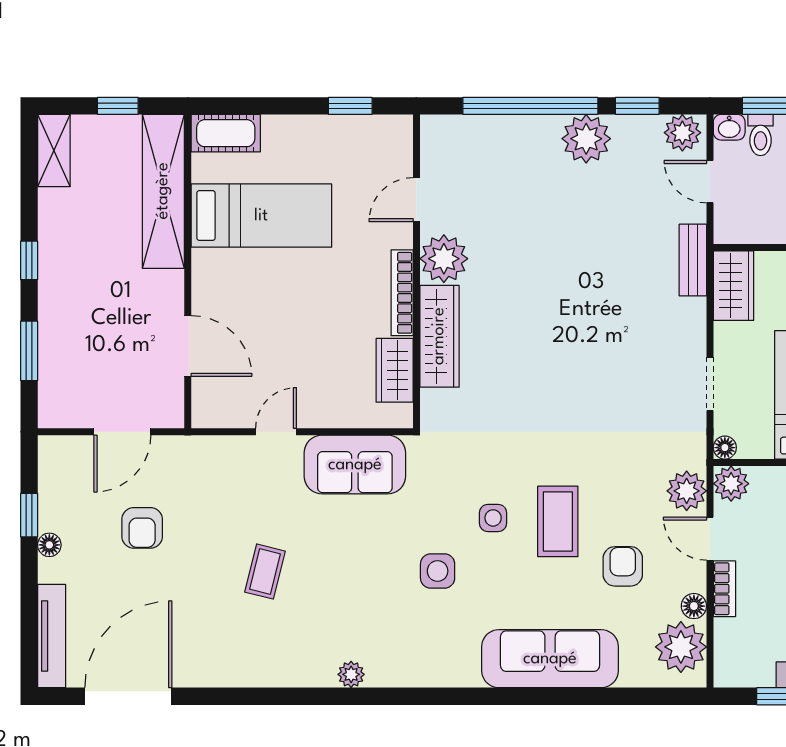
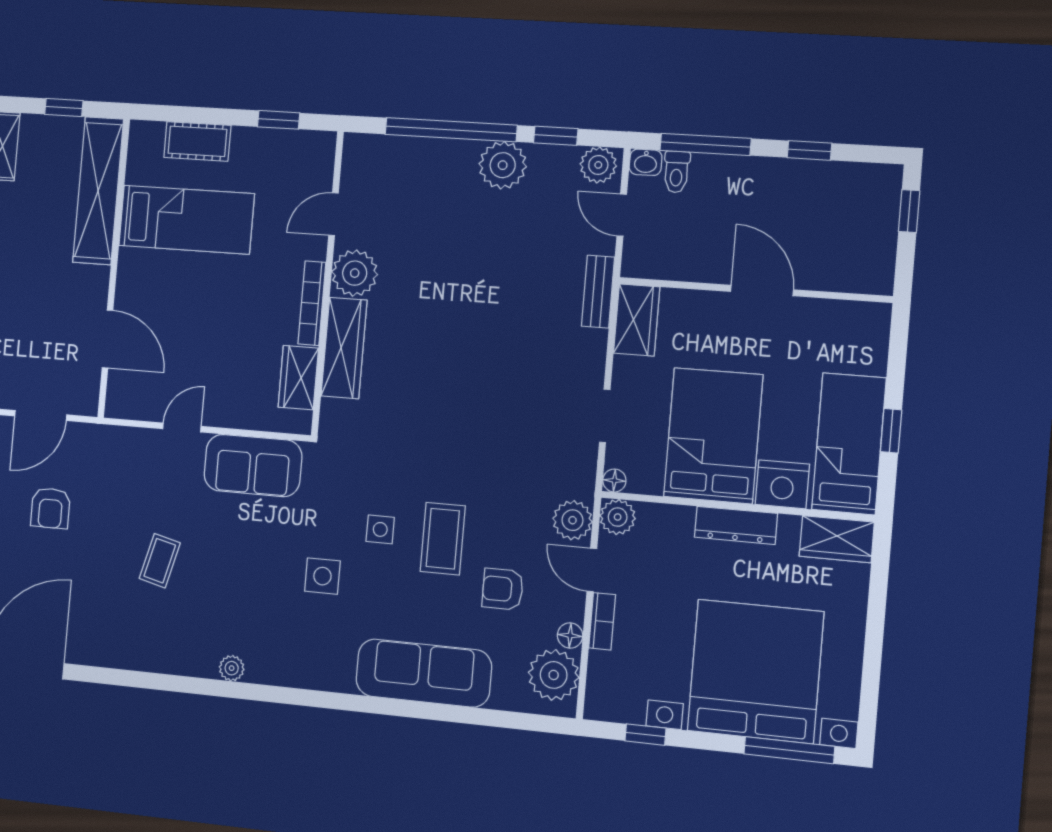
cot: (226, 133) -> (197, 141), moved
armchair: (623, 566) -> (503, 589), turned -90

